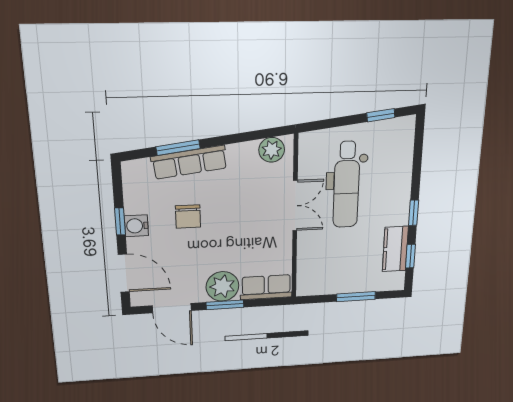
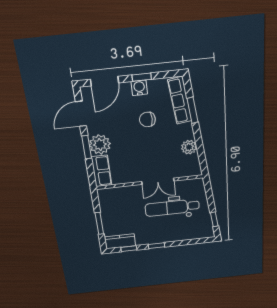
plant: (272, 150) -> (189, 147), moved
row of seats: (189, 162) -> (180, 101), moved
kitchen counter: (395, 249) -> (120, 241), moved

